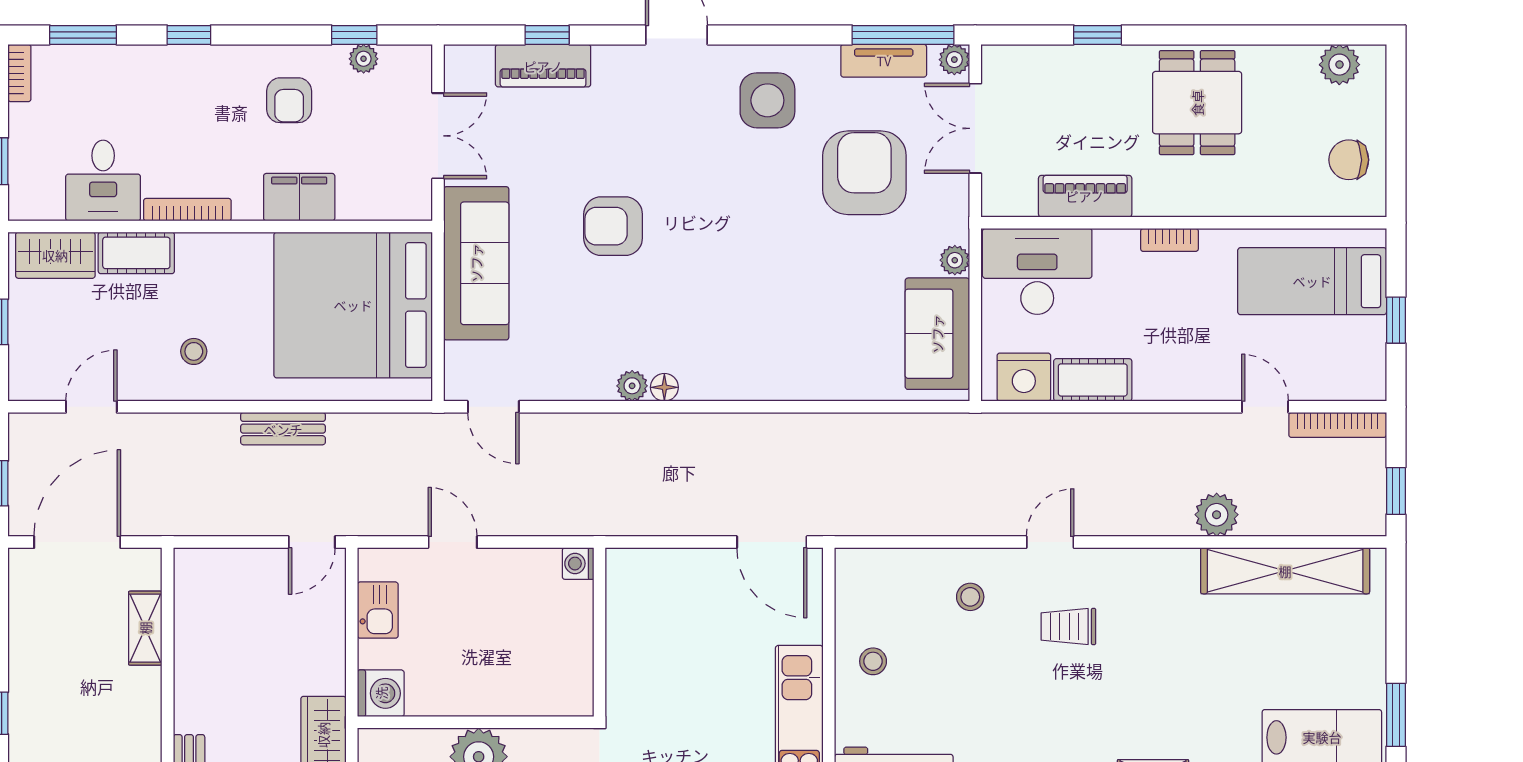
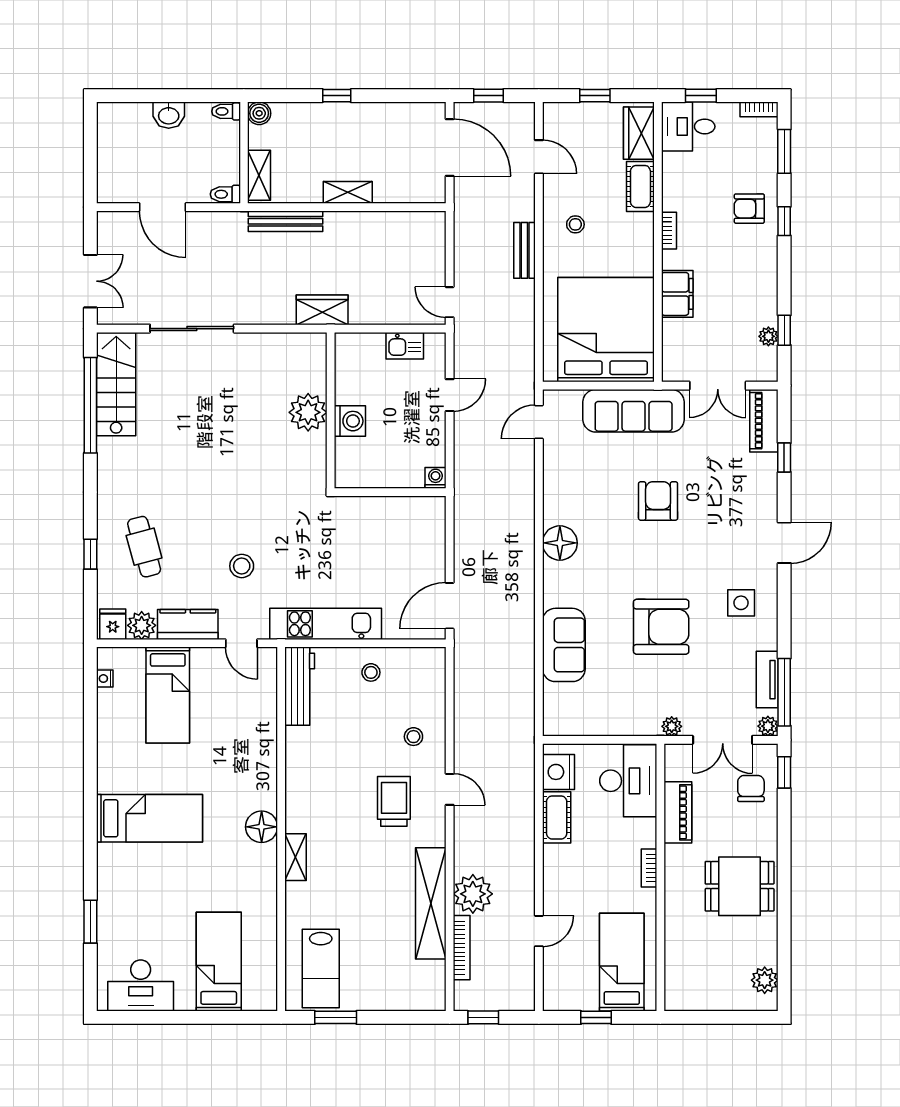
window: (1098, 35) -> (784, 772), moved
piano: (543, 66) -> (764, 421), moved
armchair: (289, 100) -> (749, 209), moved
side table: (767, 100) -> (741, 603), width x0.73, depth x0.73
double door: (975, 128) -> (723, 740), swing flipped
chair: (1349, 160) -> (751, 789), moved
armchair: (864, 173) -> (661, 627), moved
desk: (103, 181) -> (688, 126), moved
bookcase: (187, 210) -> (669, 231), width x0.64
plant: (955, 260) -> (672, 726), moved
sofa: (937, 334) -> (564, 645), moved, turned 90
plant: (632, 386) -> (553, 514), removed
floor lamp: (664, 387) -> (560, 543), width x1.89, depth x1.89
bookcase: (1338, 425) -> (462, 948), moved, turned 180
bench: (283, 429) -> (524, 250), moved
plant: (1217, 515) -> (473, 894), width x1.36, depth x1.36
shelving: (1285, 571) -> (431, 903), moved
trolley: (1068, 626) -> (394, 801), width x1.36, depth x1.39
shelving: (145, 628) -> (348, 192), moved
washing machine: (381, 693) -> (350, 421), moved, turned -90

